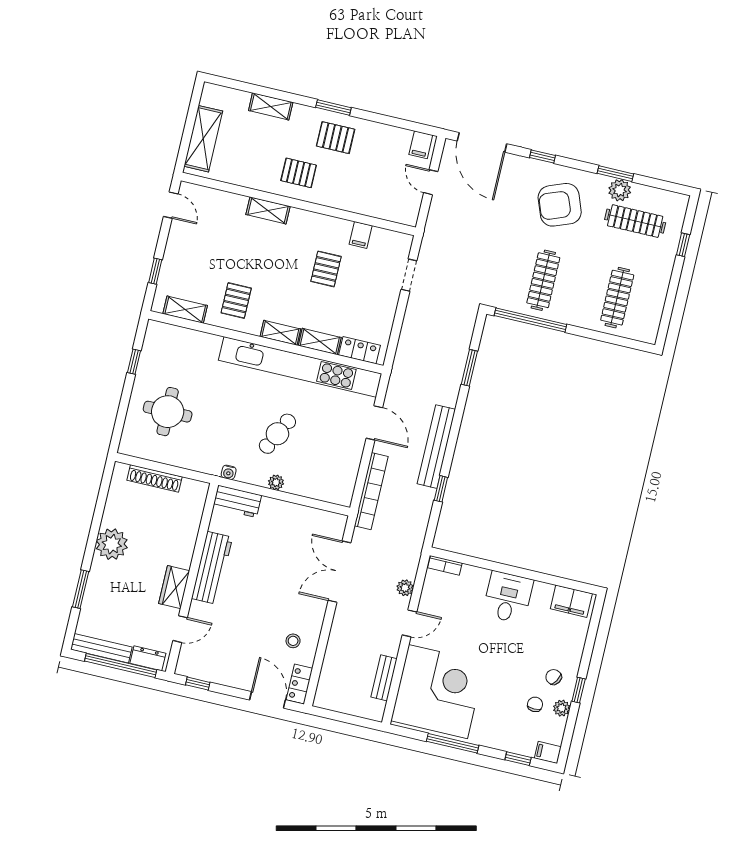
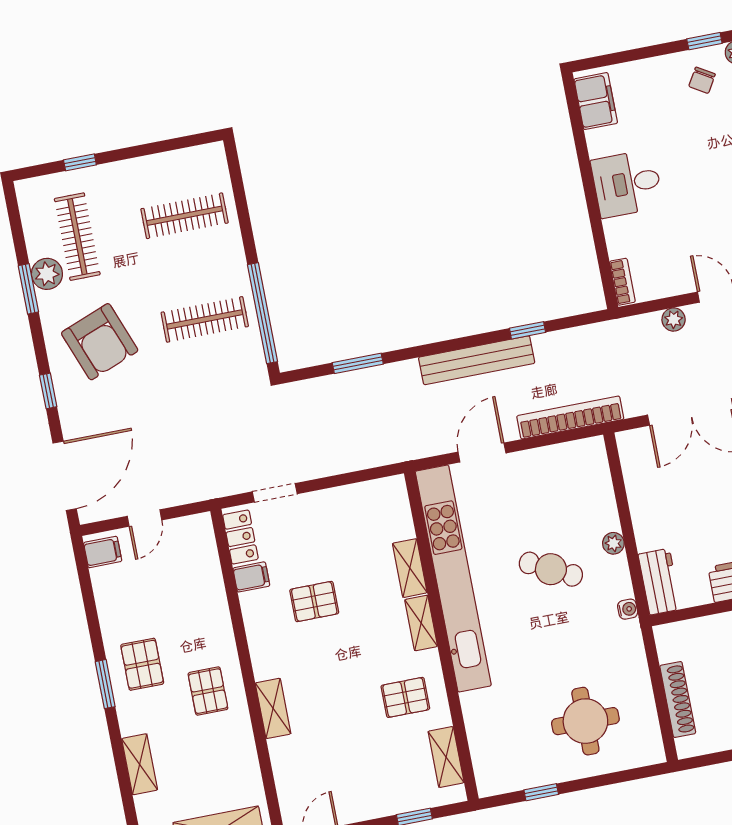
locker: (360, 350) -> (240, 537), moved, turned 180

